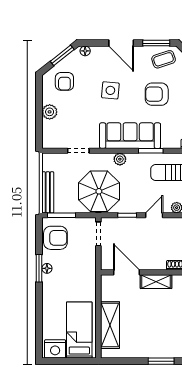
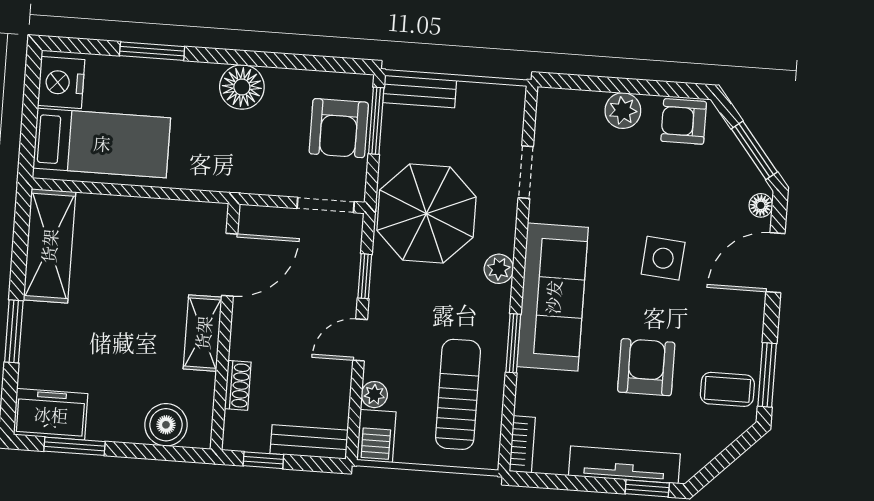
door: (121, 43) -> (775, 263), moved
coffee table: (164, 59) -> (727, 389), turned -72
armchair: (64, 81) -> (684, 121), moved
bench: (48, 192) -> (420, 92), width x0.73
door: (154, 215) -> (360, 340), swing flipped
armchair: (55, 238) -> (339, 128), moved
window: (39, 268) -> (152, 51), moved
floor lamp: (47, 268) -> (242, 87), width x1.89, depth x1.89
shelving: (110, 325) -> (49, 246), moved, turned 90

